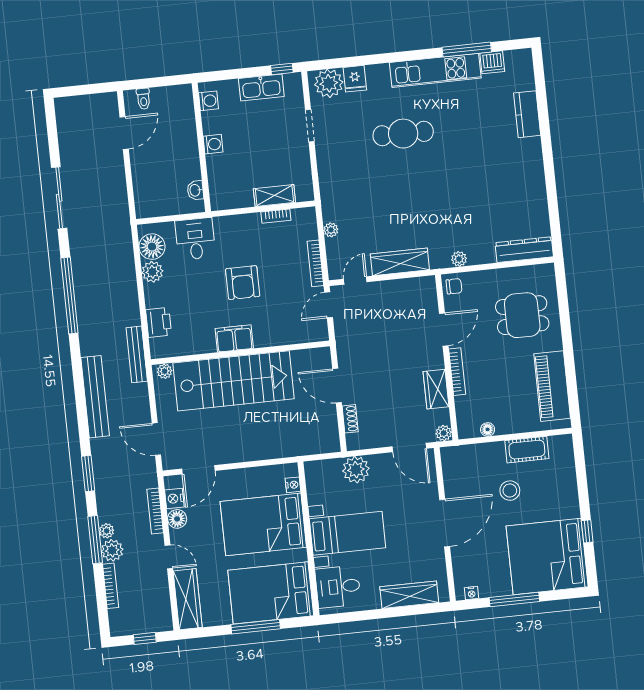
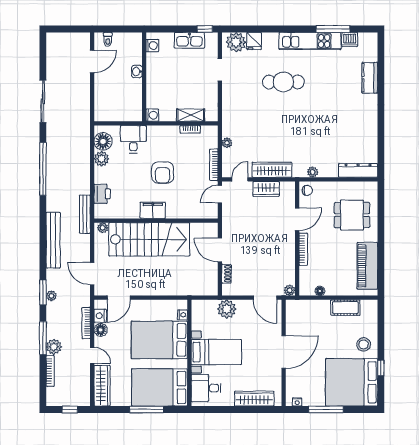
washing machine: (213, 144) -> (152, 115), moved
washbasin: (195, 190) -> (137, 71), moved
wardrobe: (436, 389) -> (266, 189), moved, turned -90
stool: (510, 491) -> (364, 344), moved
plant: (107, 531) -> (51, 296), moved

